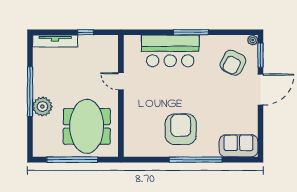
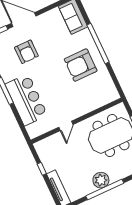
armchair: (233, 63) -> (26, 52), moved, turned 63
plant: (42, 106) -> (101, 180), moved

